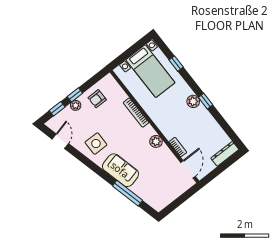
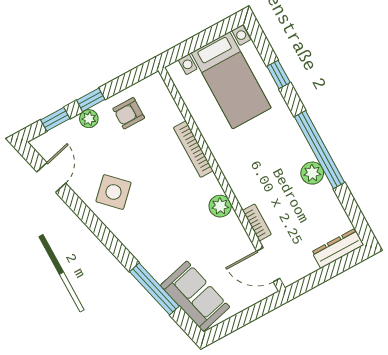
plant: (193, 101) -> (312, 173), moved
window: (206, 101) -> (320, 150), width x3.17
side table: (96, 144) -> (113, 192), turned 45
door: (188, 169) -> (268, 265), swing flipped
sofa: (120, 170) -> (195, 296), moved

